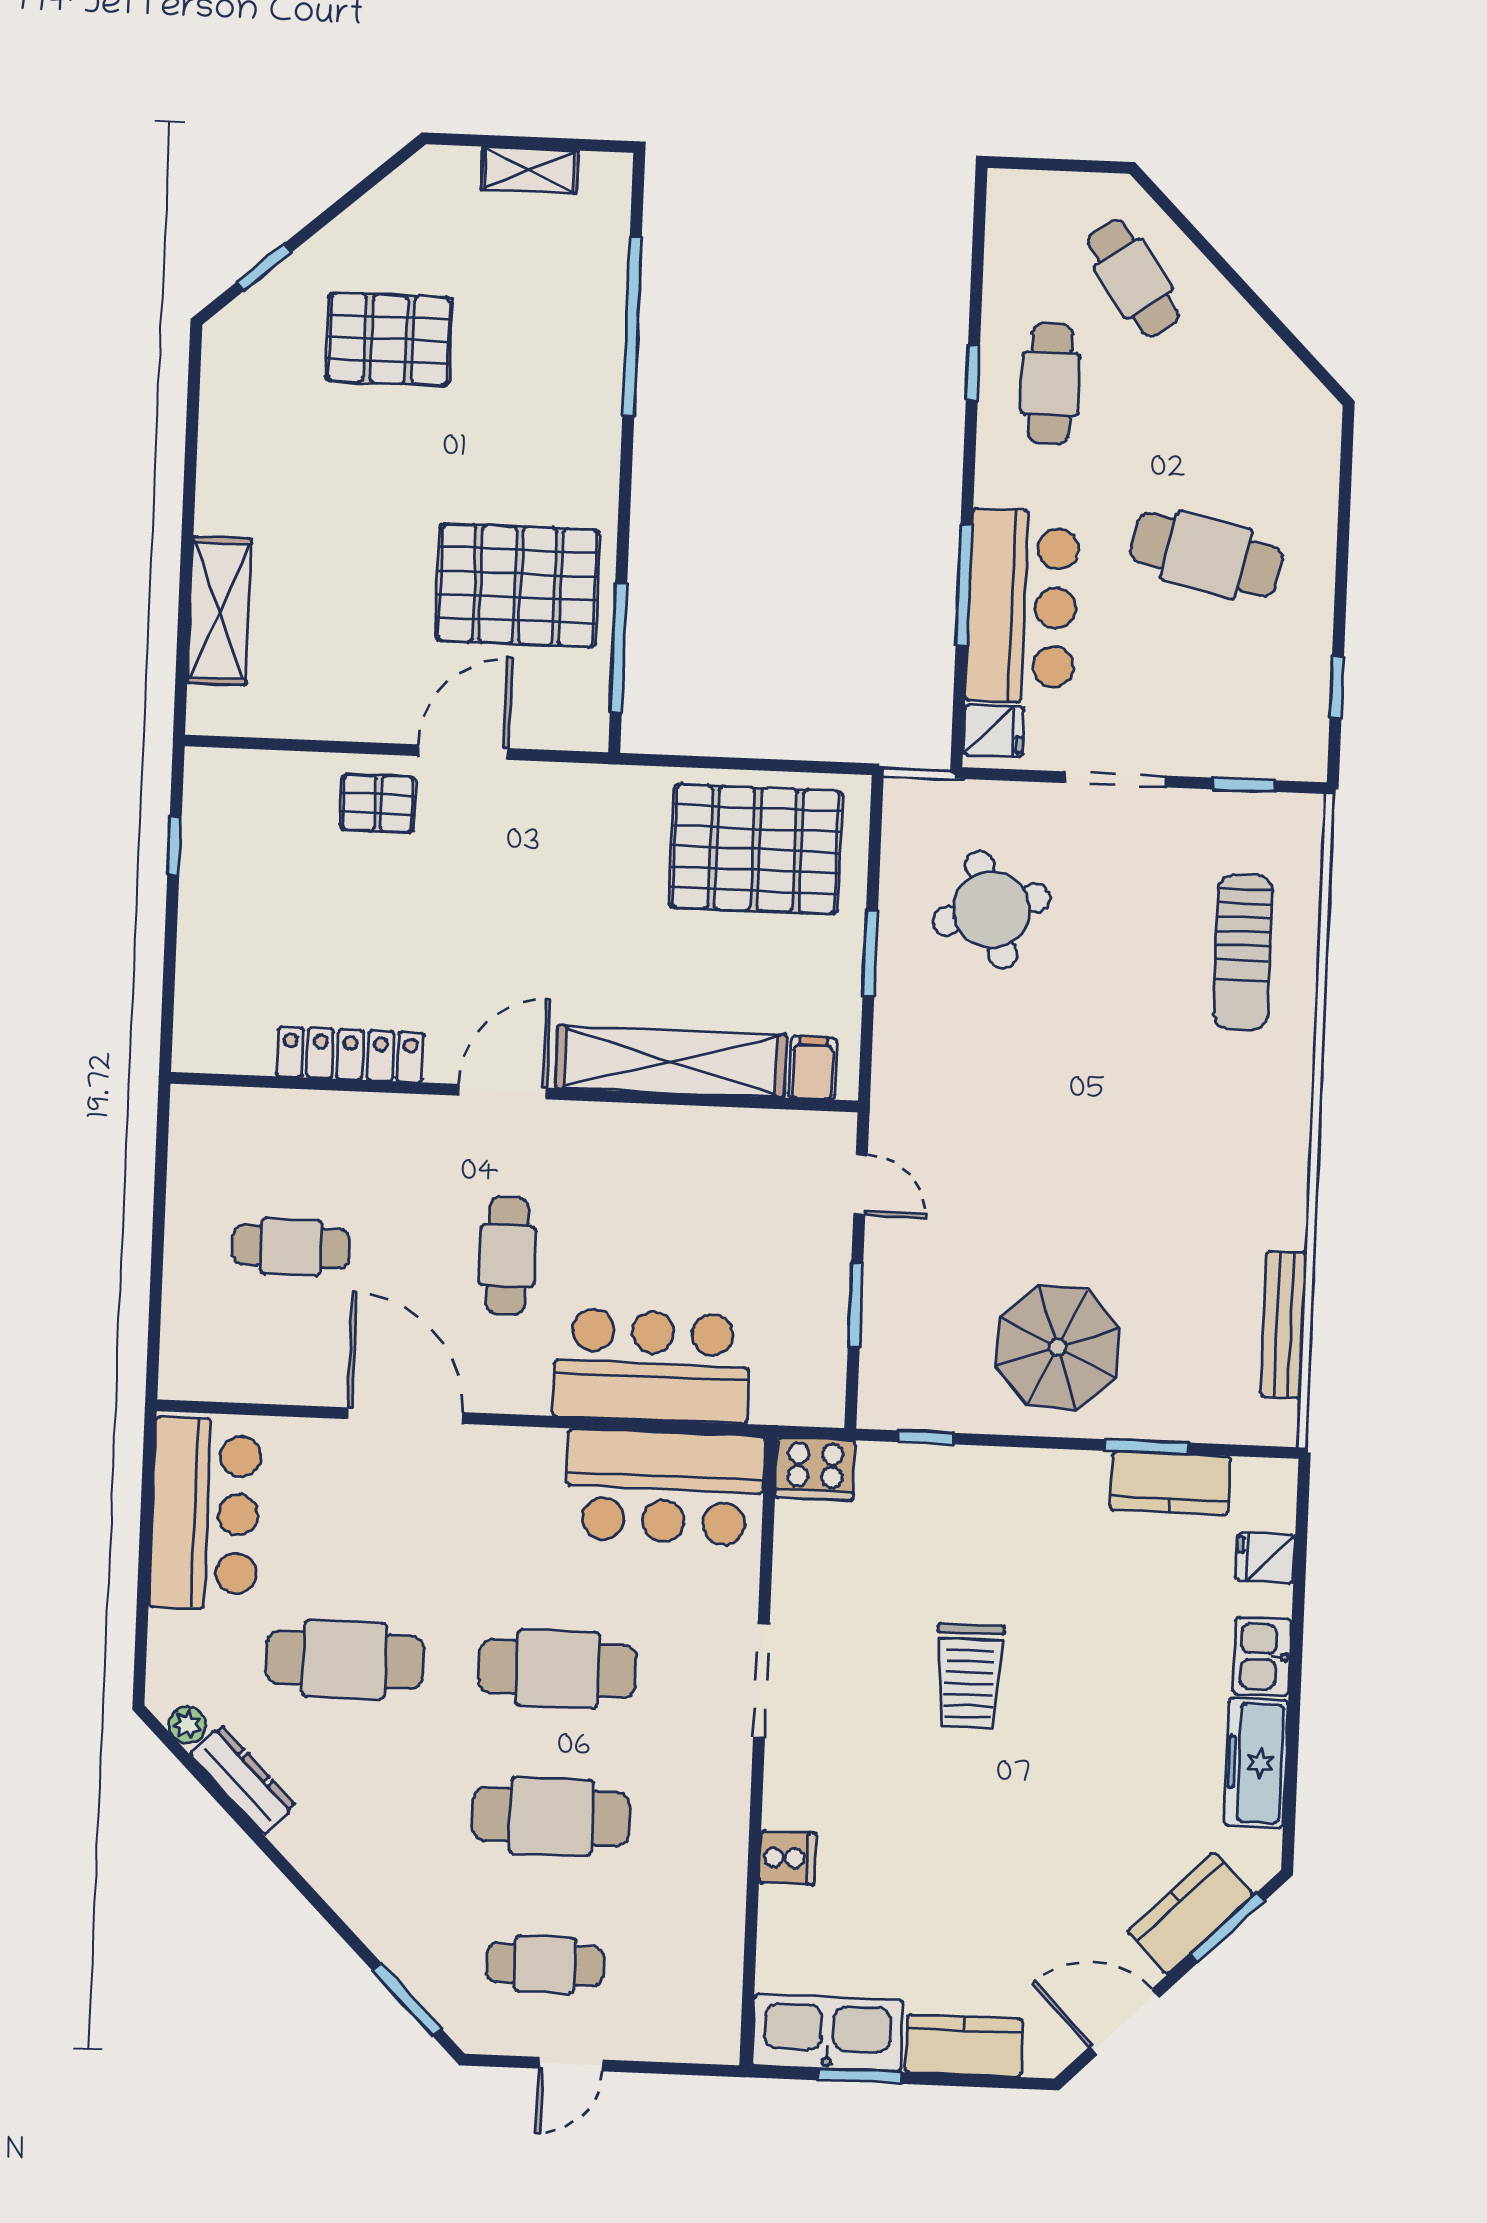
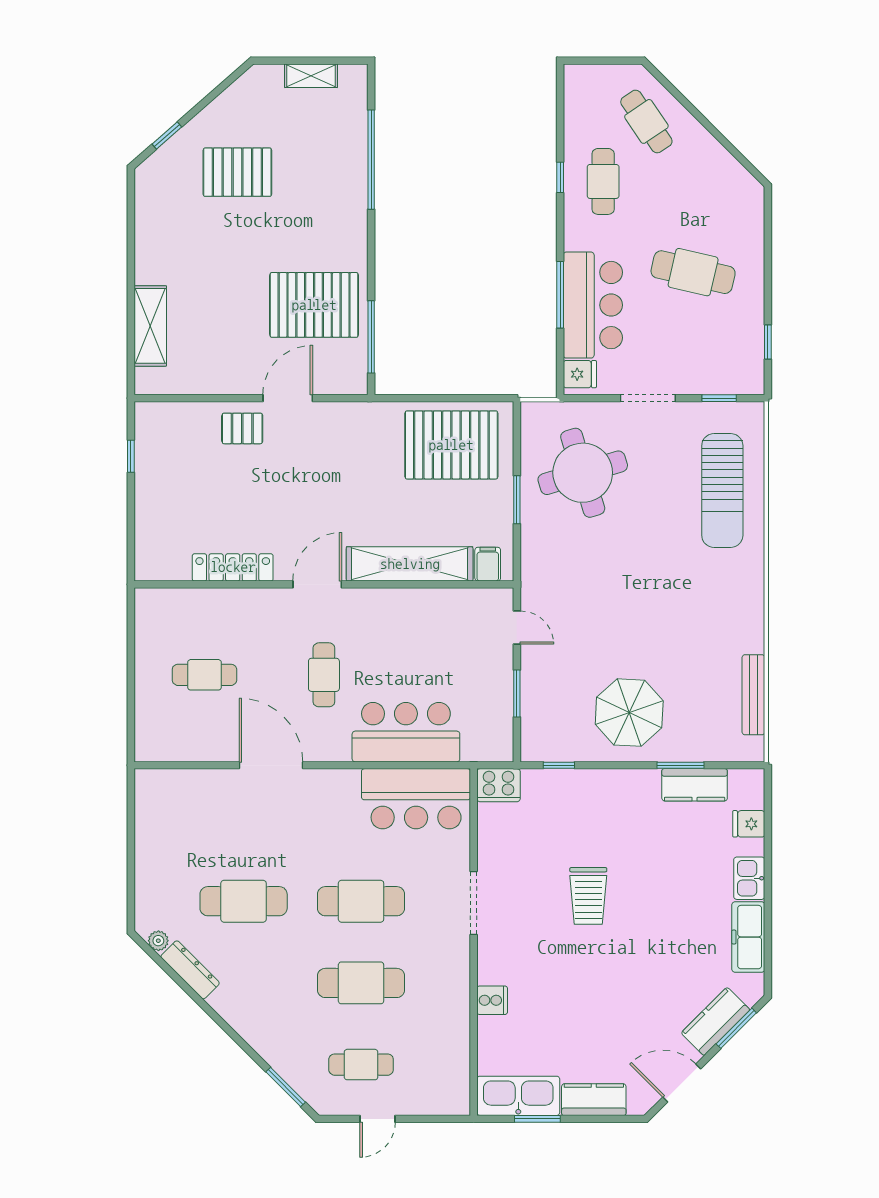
round table: (991, 910) -> (583, 473), width x1.36, depth x1.36
sun lounger: (1243, 952) -> (722, 490), width x1.36, depth x1.34
bar counter: (205, 1514) -> (163, 824), removed

